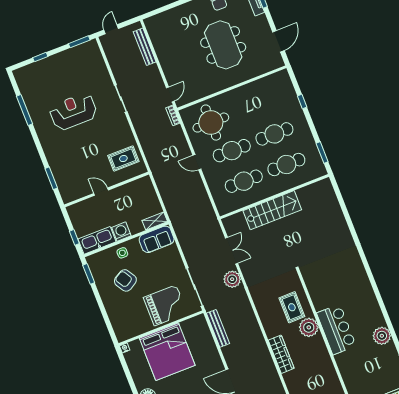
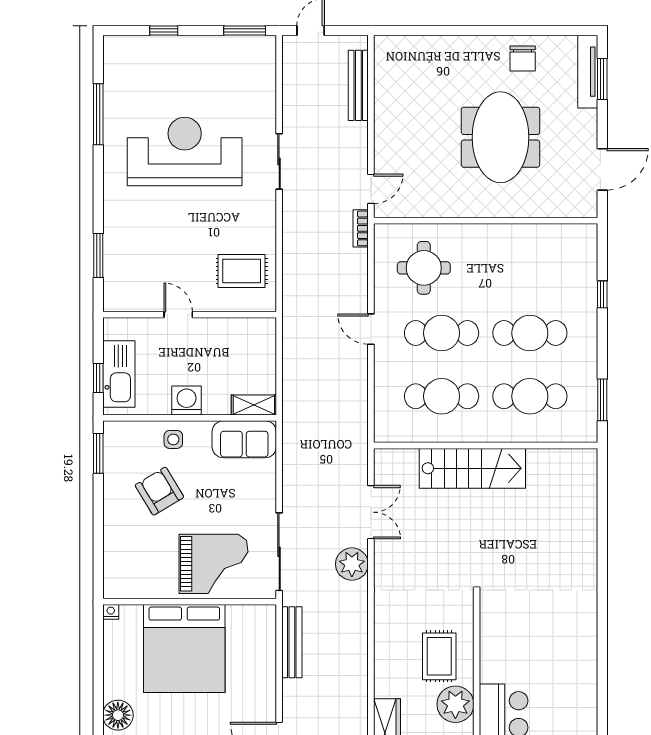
reception desk: (73, 112) -> (185, 151), width x1.36, depth x1.30
round table: (211, 123) -> (424, 268), width x0.73, depth x0.73
kitchen sink: (97, 240) -> (119, 374), moved, turned 90

